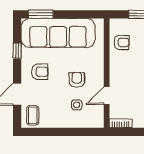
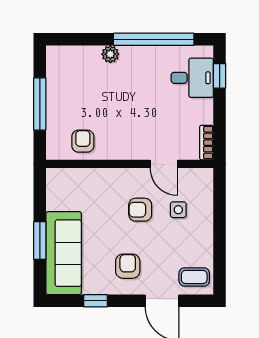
window: (41, 14) -> (40, 241), moved
sofa: (58, 33) -> (64, 253), width x0.74, depth x0.79

